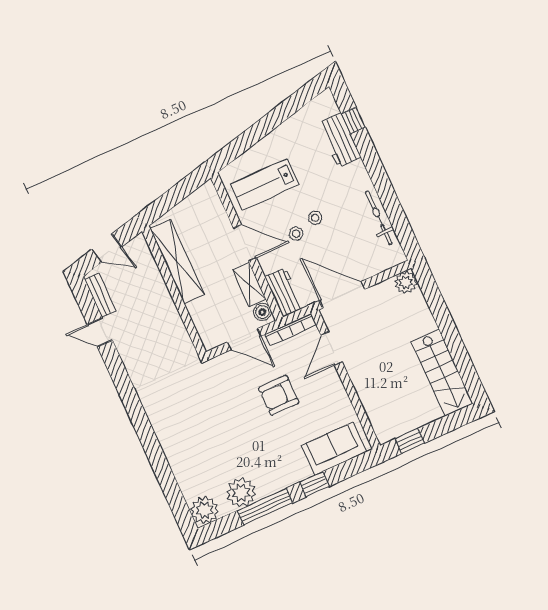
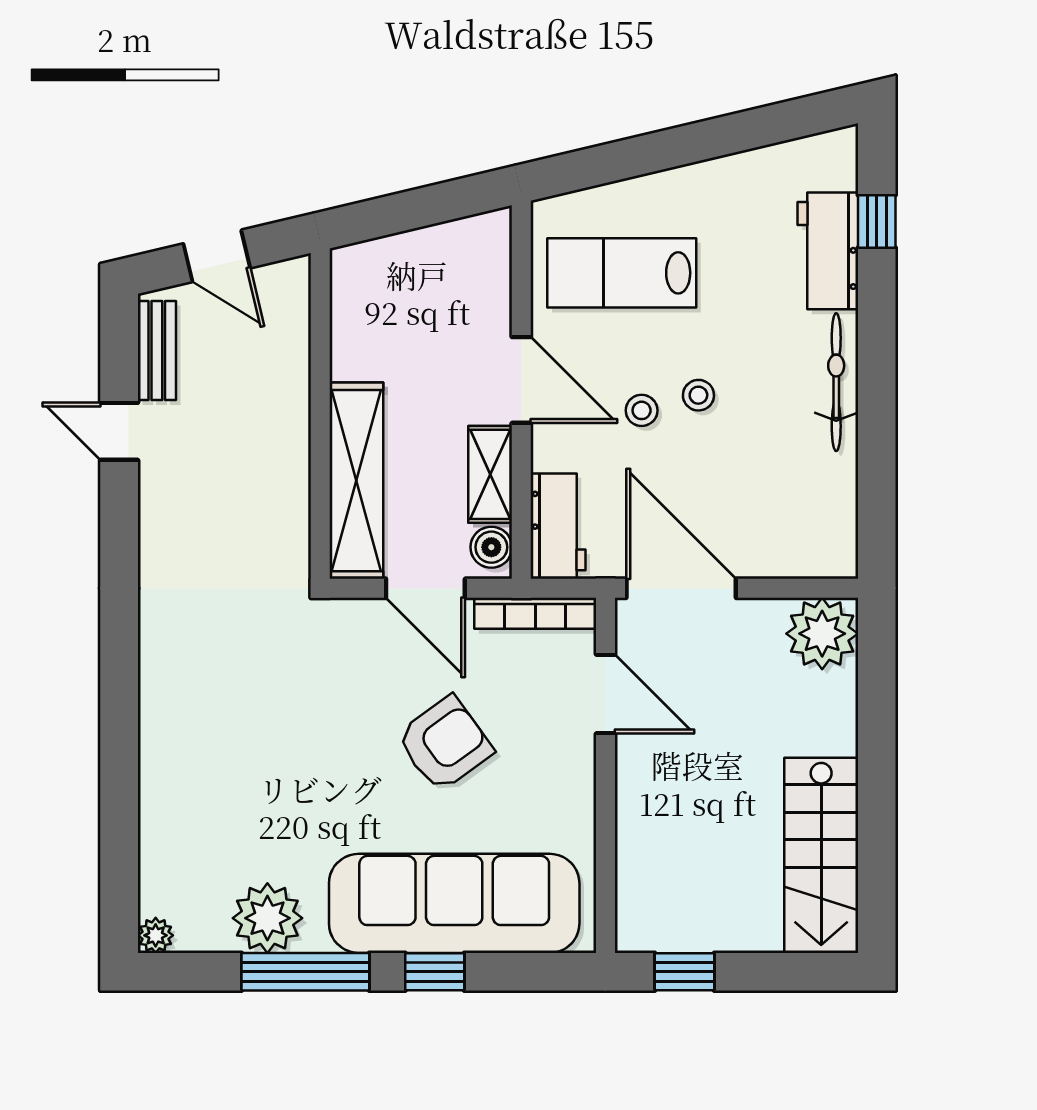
bicycle: (379, 218) -> (836, 382), moved
shelving: (177, 261) -> (356, 481), moved
plant: (406, 282) -> (822, 634), width x1.36, depth x1.36
door: (332, 348) -> (606, 694), swing flipped
armchair: (279, 395) -> (445, 744), turned 144
sofa: (334, 449) -> (454, 903), width x1.85, depth x1.27
plant: (204, 510) -> (156, 935), width x0.53, depth x0.53

